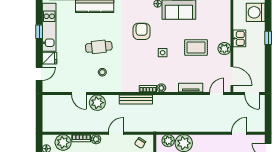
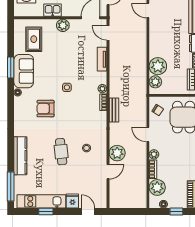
rug: (196, 48) -> (34, 39), moved
bench: (136, 99) -> (114, 110), width x0.73

